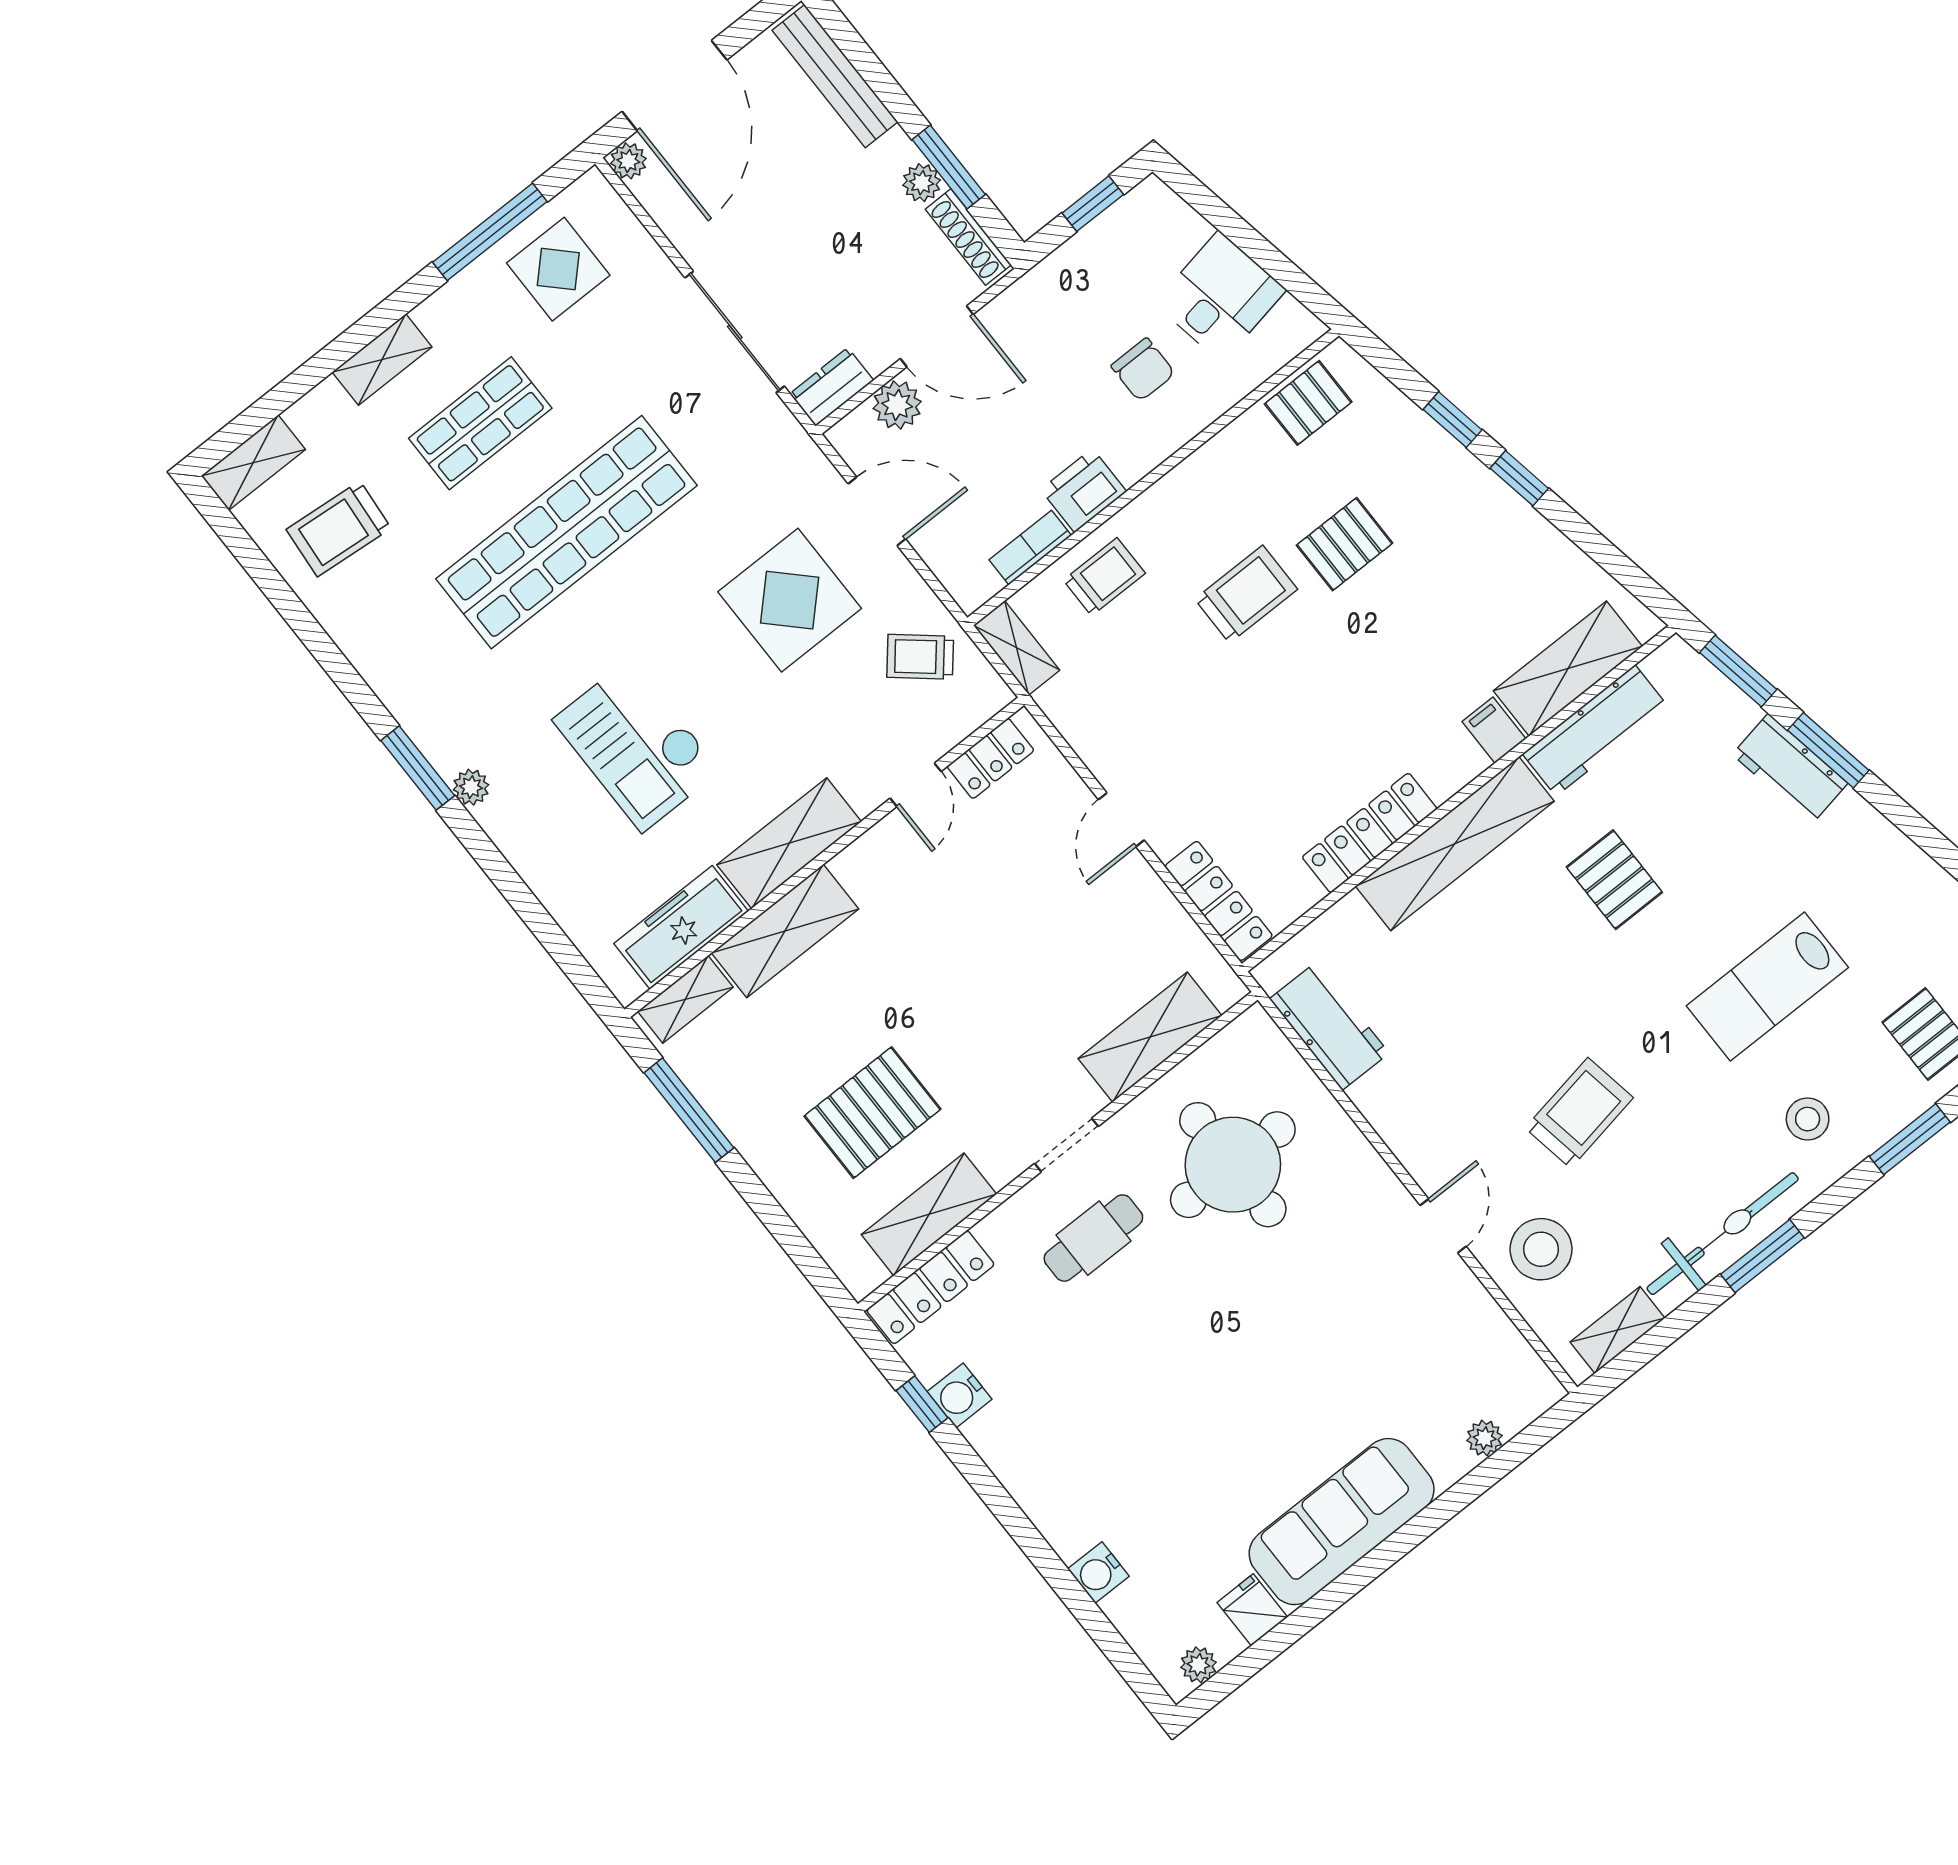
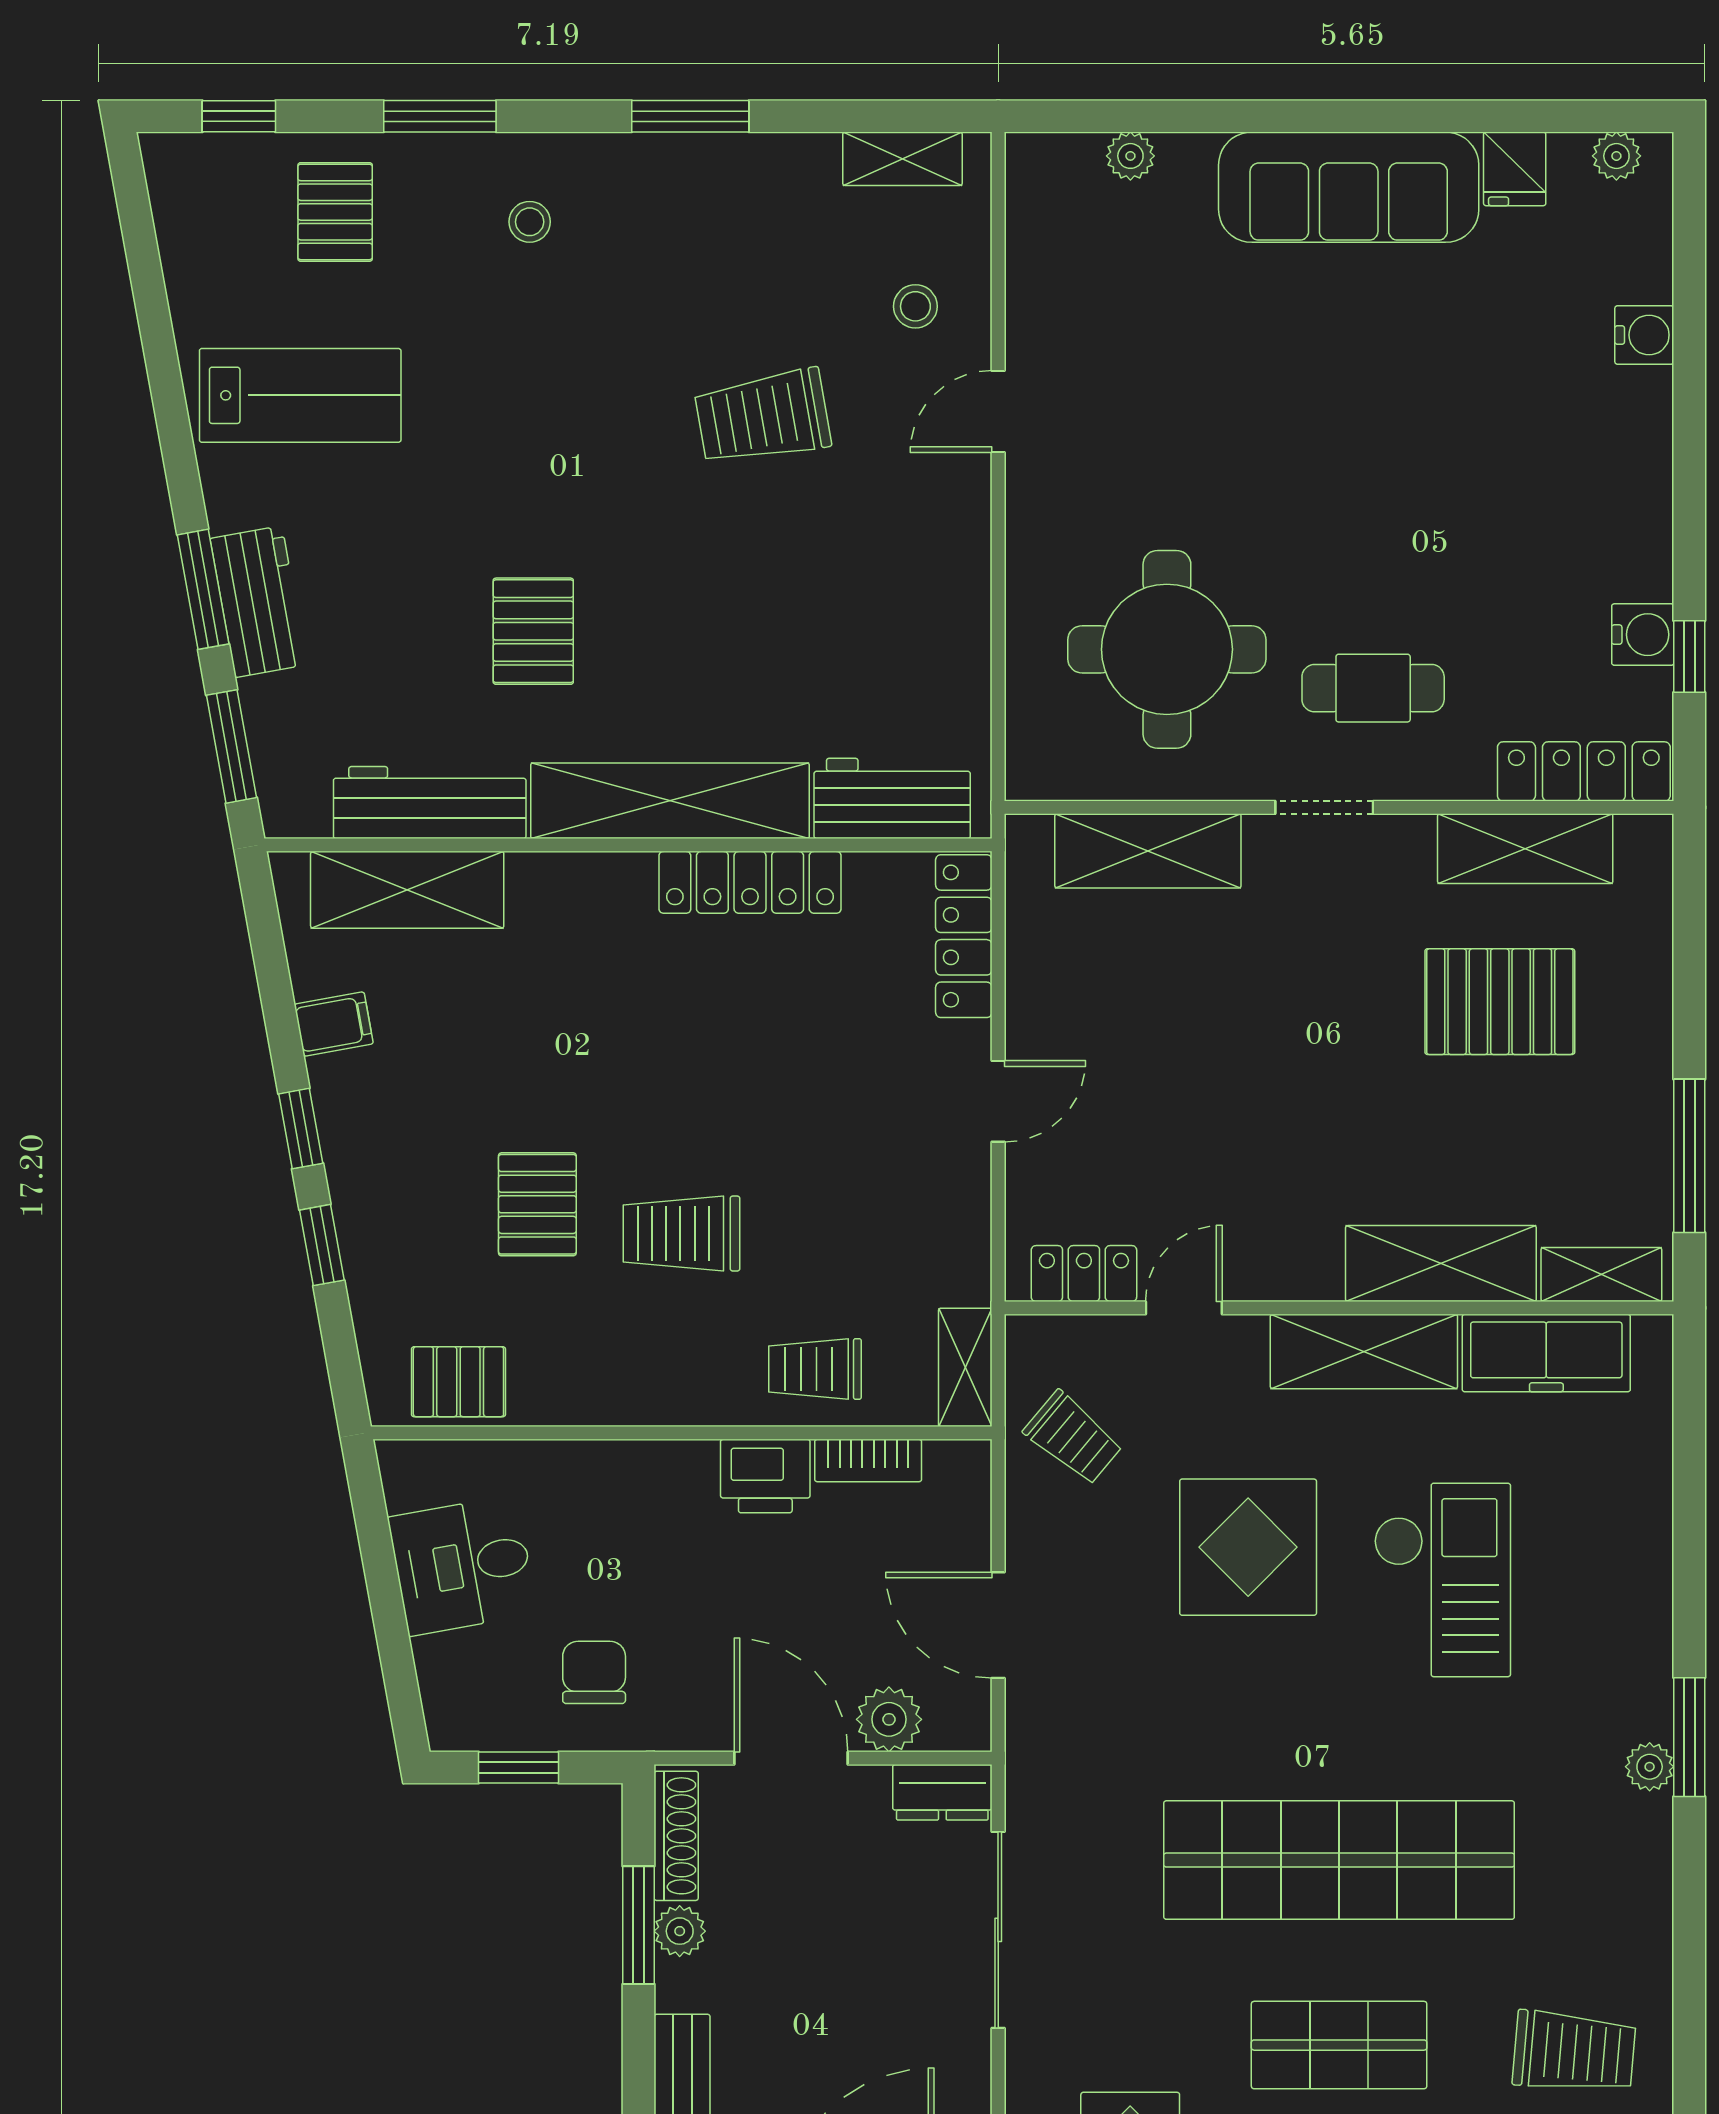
chair: (1143, 370) -> (594, 1672), moved
pallet: (1345, 544) -> (537, 1204), turned 90
display table: (790, 600) -> (1248, 1547), moved
filing cabinet: (1494, 730) -> (334, 1024), moved, turned -100
plant: (471, 787) -> (1650, 1767), moved
lab bench: (1767, 987) -> (300, 395), moved
workbench: (1329, 1026) -> (892, 798), moved, turned 90
stool: (1808, 1119) -> (530, 222), width x0.73, depth x0.73
bicycle: (1723, 1234) -> (713, 172), removed
stool: (1541, 1249) -> (915, 306), width x0.53, depth x0.53

